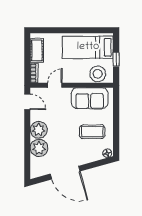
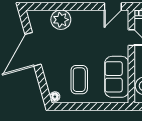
plant: (39, 130) -> (81, 19), removed

